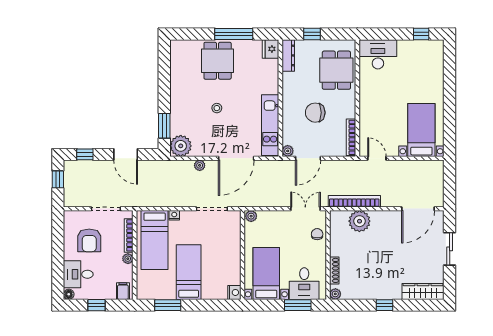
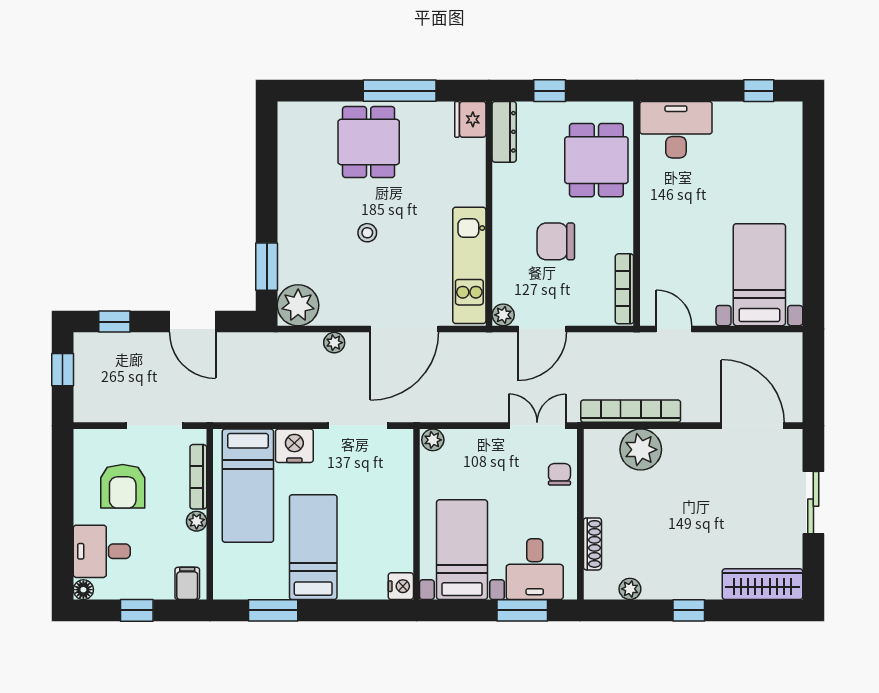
door: (418, 209) -> (753, 426), swing flipped
nightstand: (174, 215) -> (294, 446), width x1.89, depth x1.79
plant: (335, 294) -> (630, 589), moved

